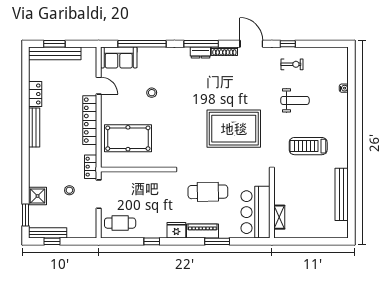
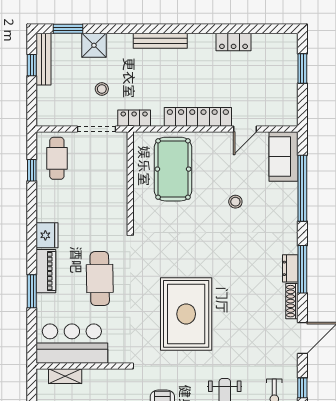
bench: (55, 53) -> (289, 69), removed
bench: (34, 127) -> (160, 41), moved
window: (152, 241) -> (32, 170), moved

